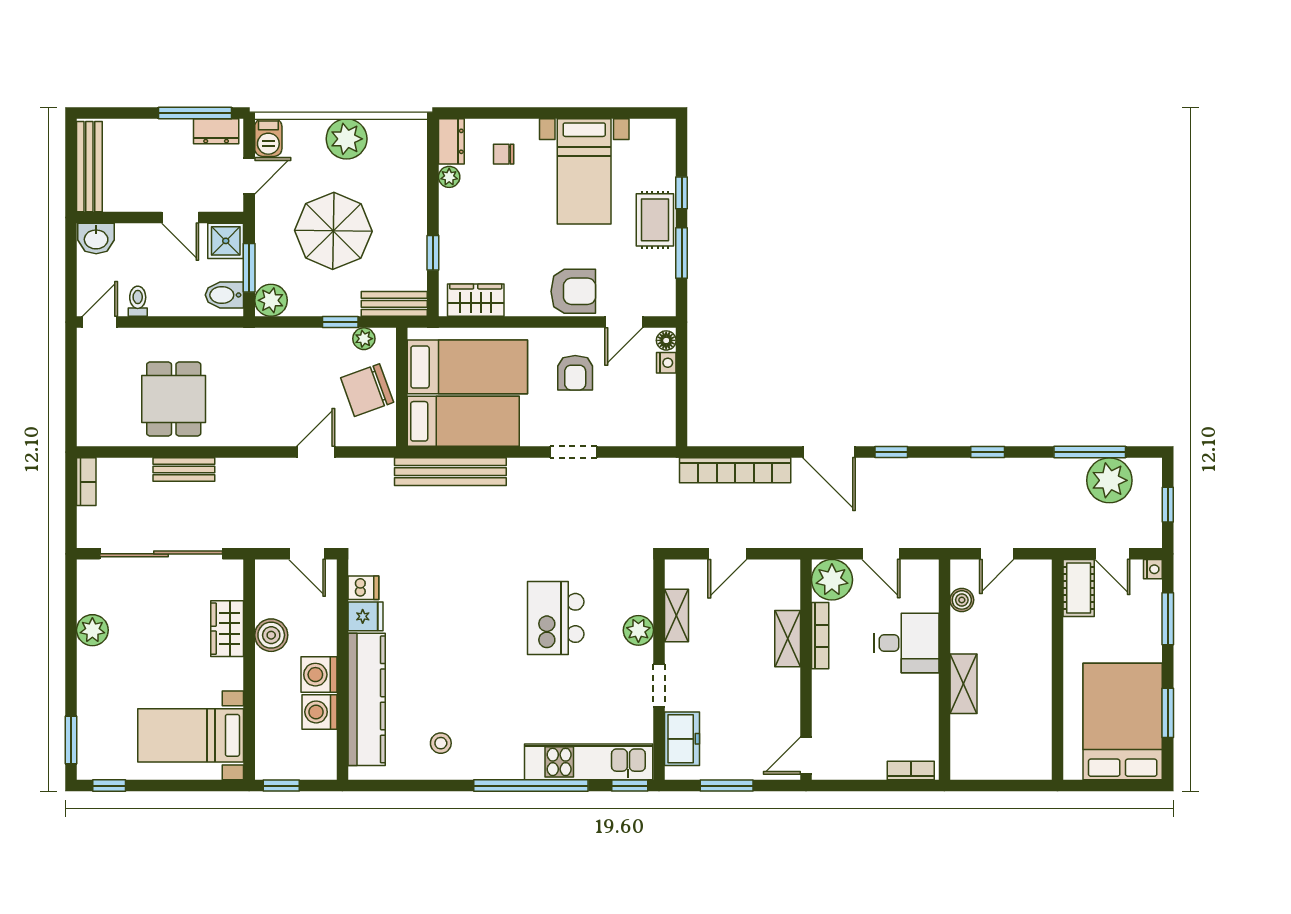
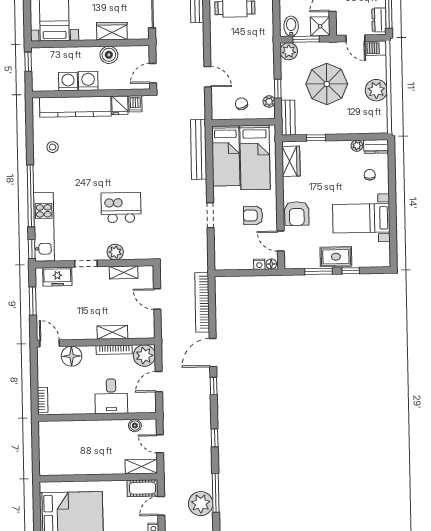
chair: (367, 390) -> (241, 104), width x0.54, depth x0.54
shelving: (964, 684) -> (141, 467), moved
floor lamp: (831, 715) -> (72, 356), added

